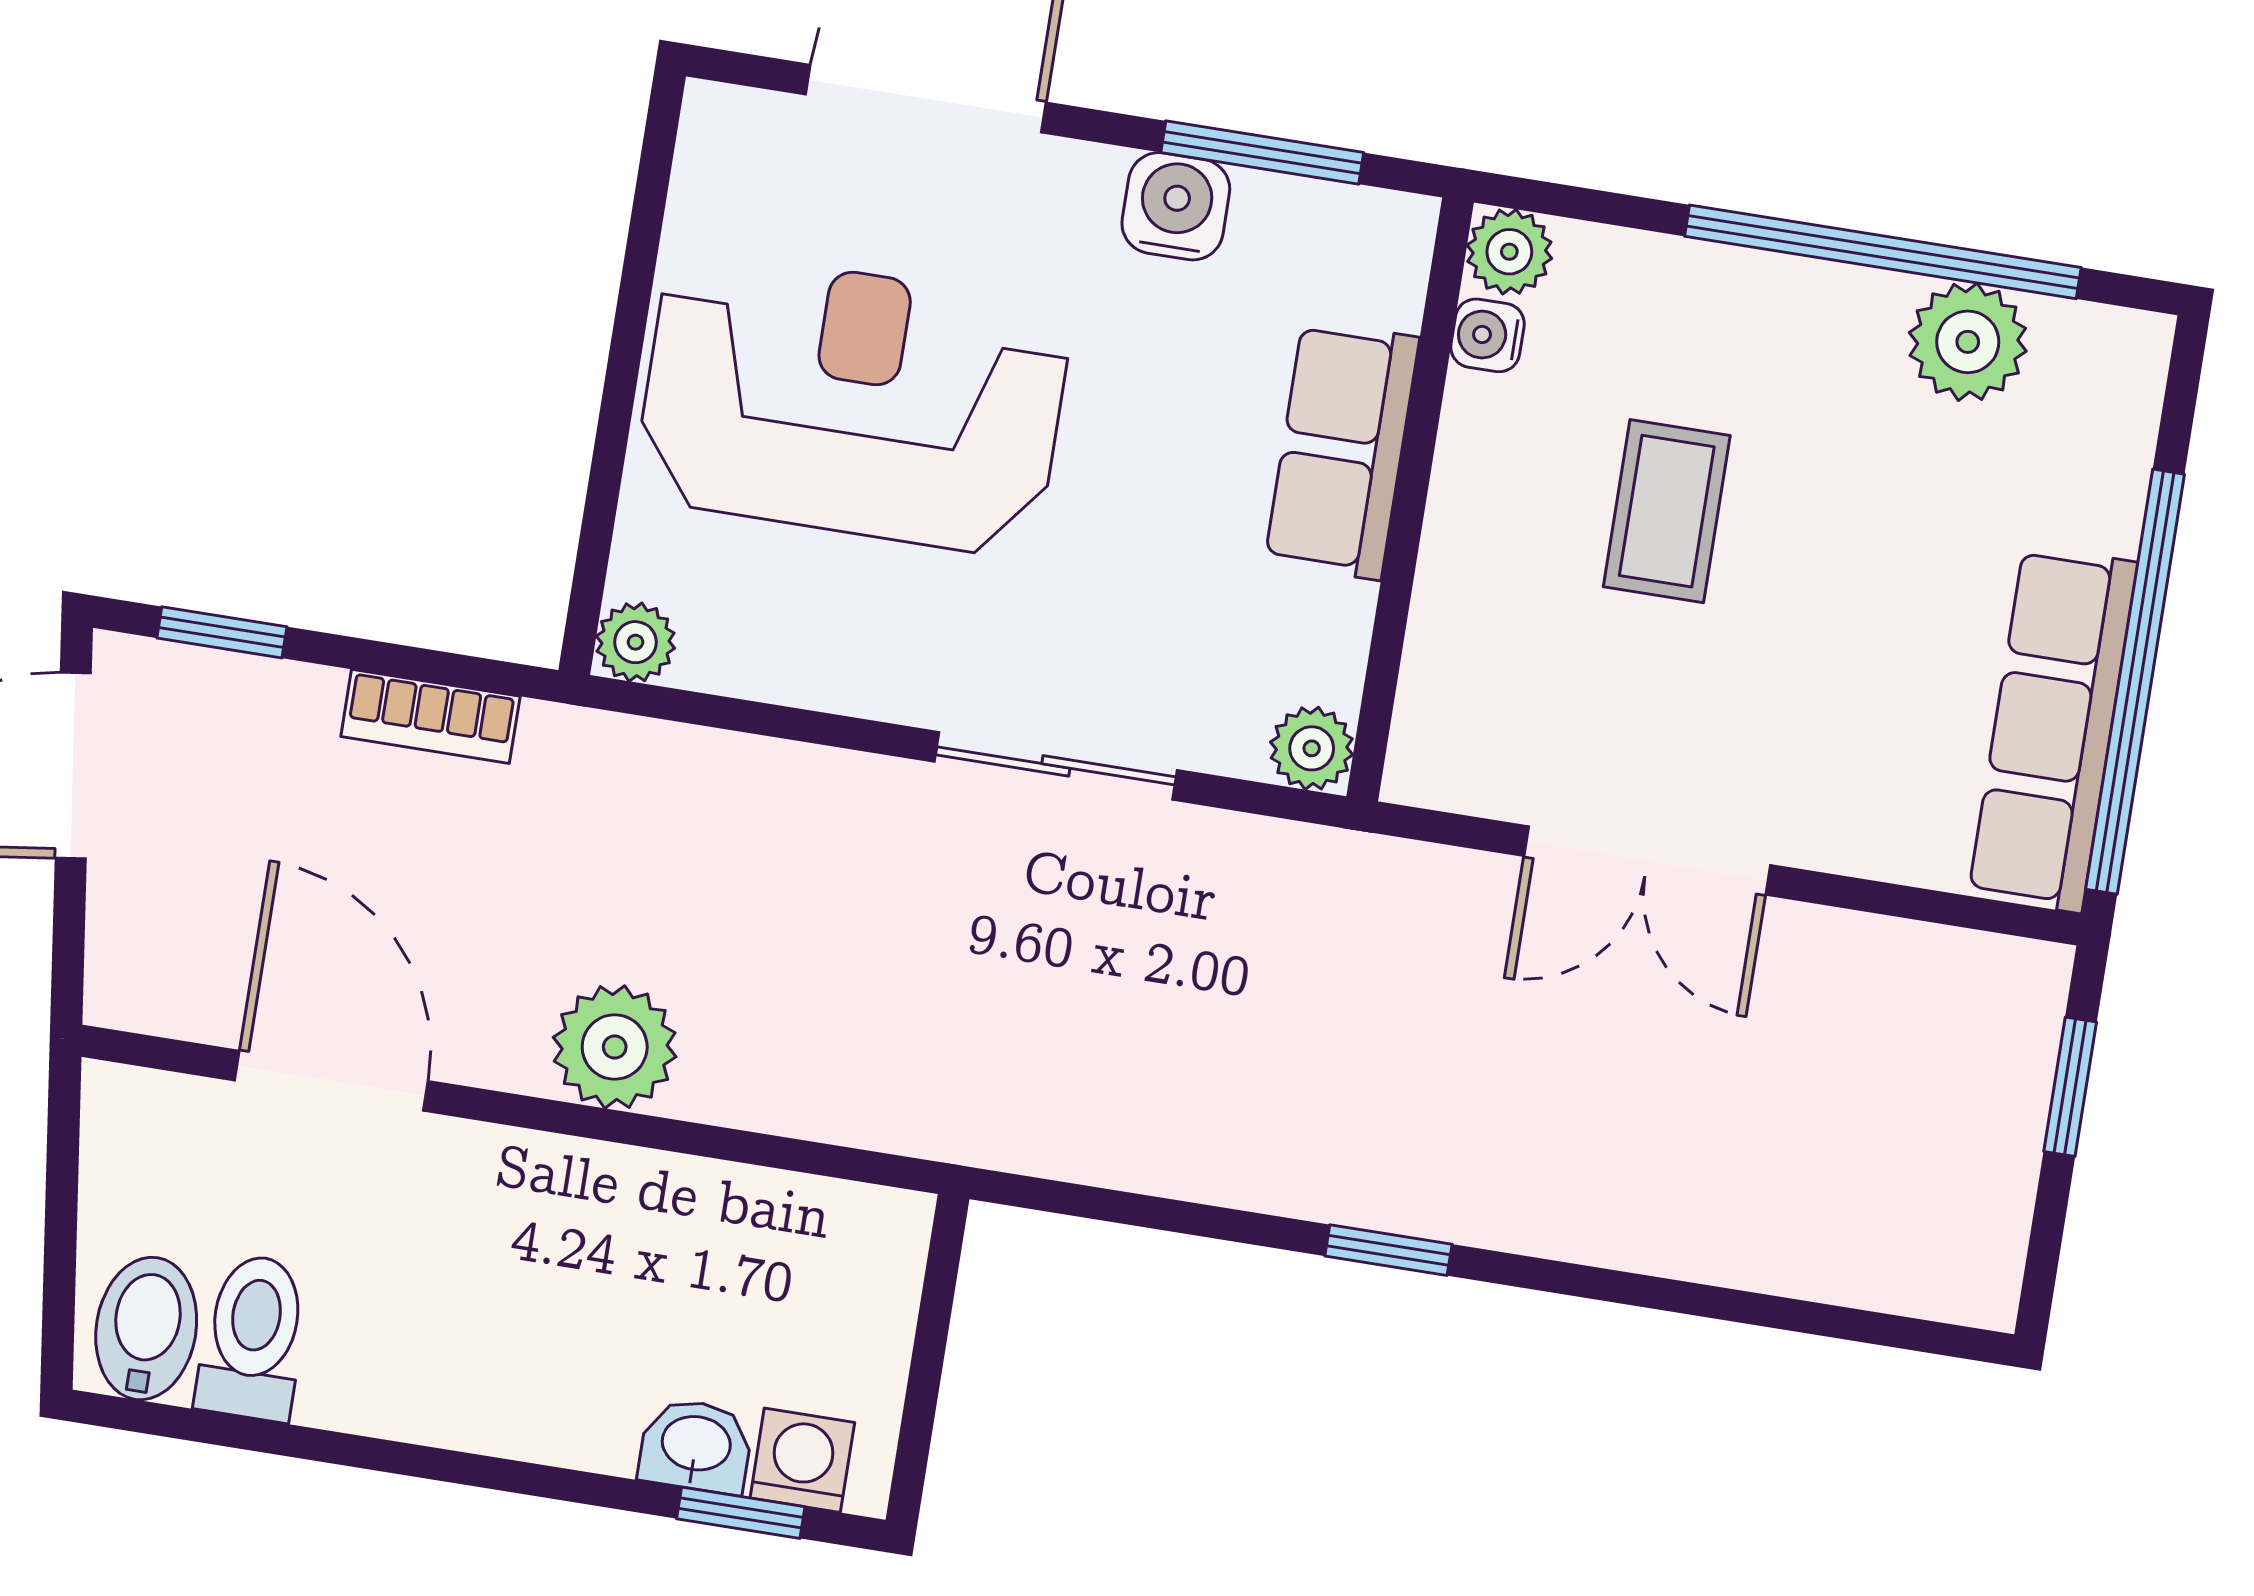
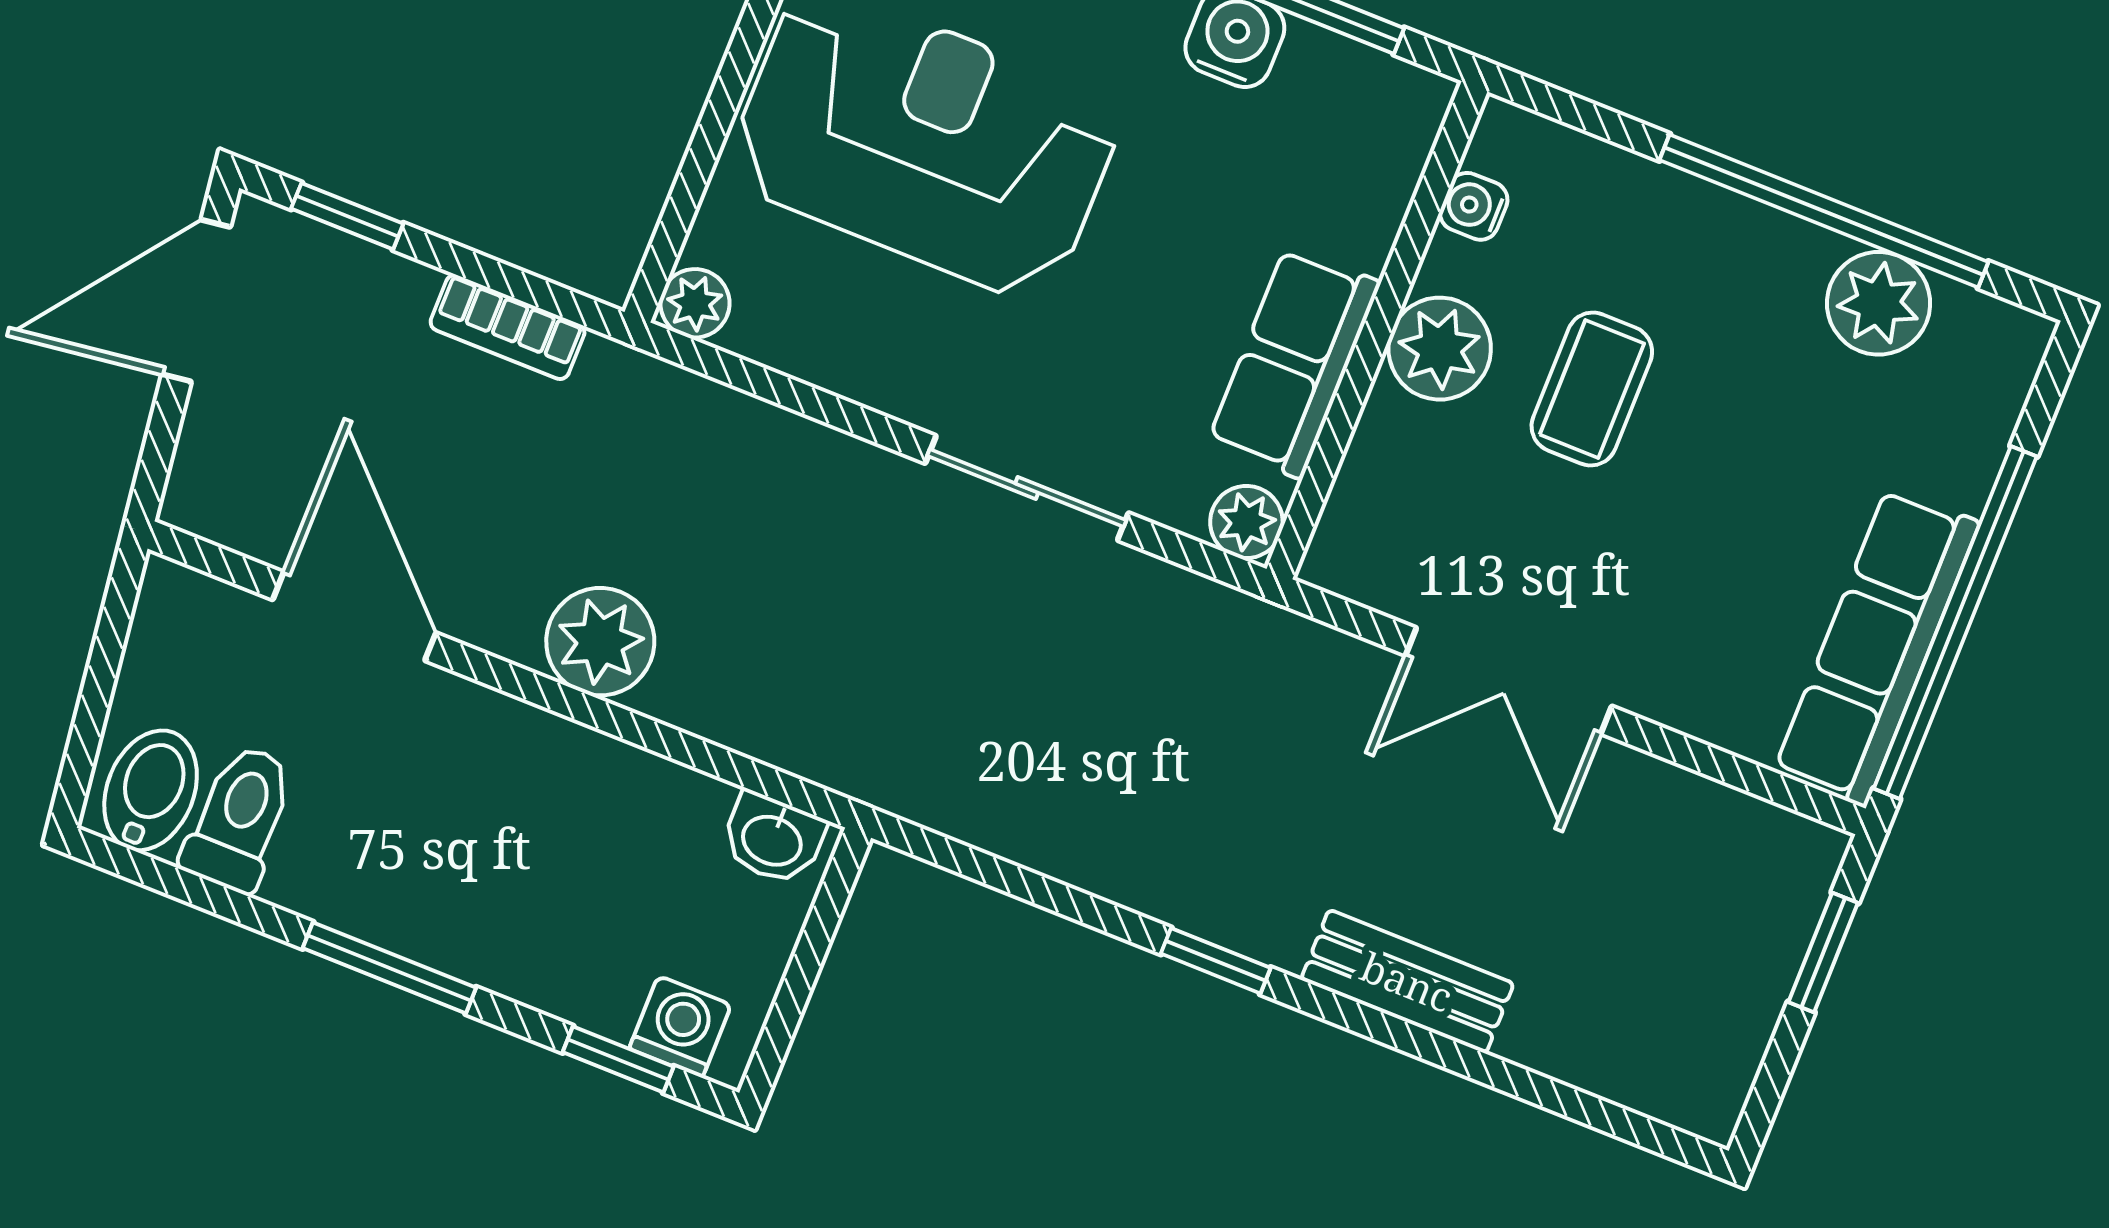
plant: (1509, 252) -> (1440, 349), moved, width x1.38, depth x1.38
row of seats: (1342, 450) -> (1294, 362), moved
bench: (1609, 1225) -> (1407, 981), added
washbasin: (696, 1446) -> (773, 839), moved, turned 180
window: (460, 1468) -> (389, 968), added

